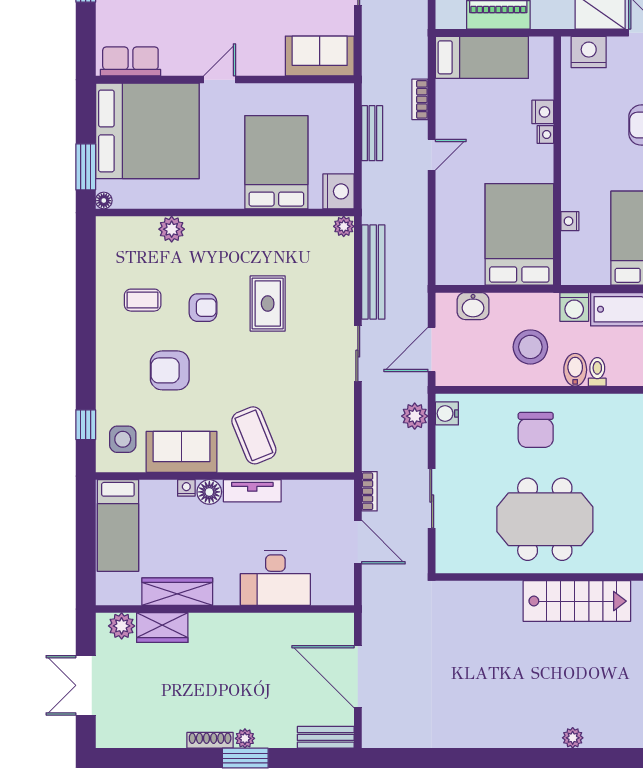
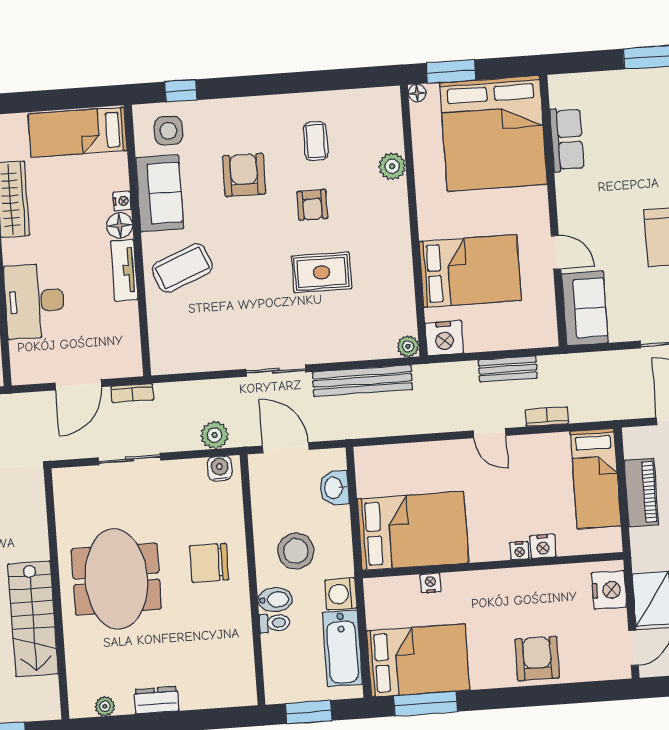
row of seats: (130, 61) -> (567, 140), moved
door: (220, 80) -> (556, 252), moved

